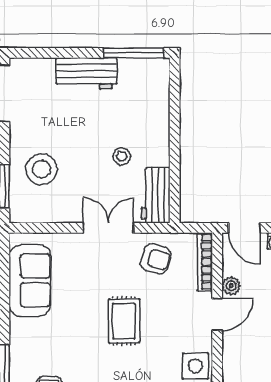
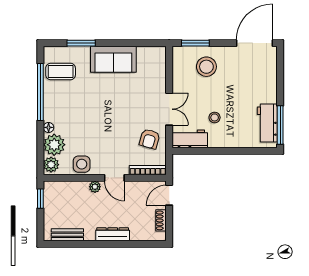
workbench: (86, 73) -> (267, 123), moved
sofa: (30, 281) -> (113, 59), moved
plant: (231, 286) -> (95, 187), moved
rug: (124, 321) -> (110, 119), removed

